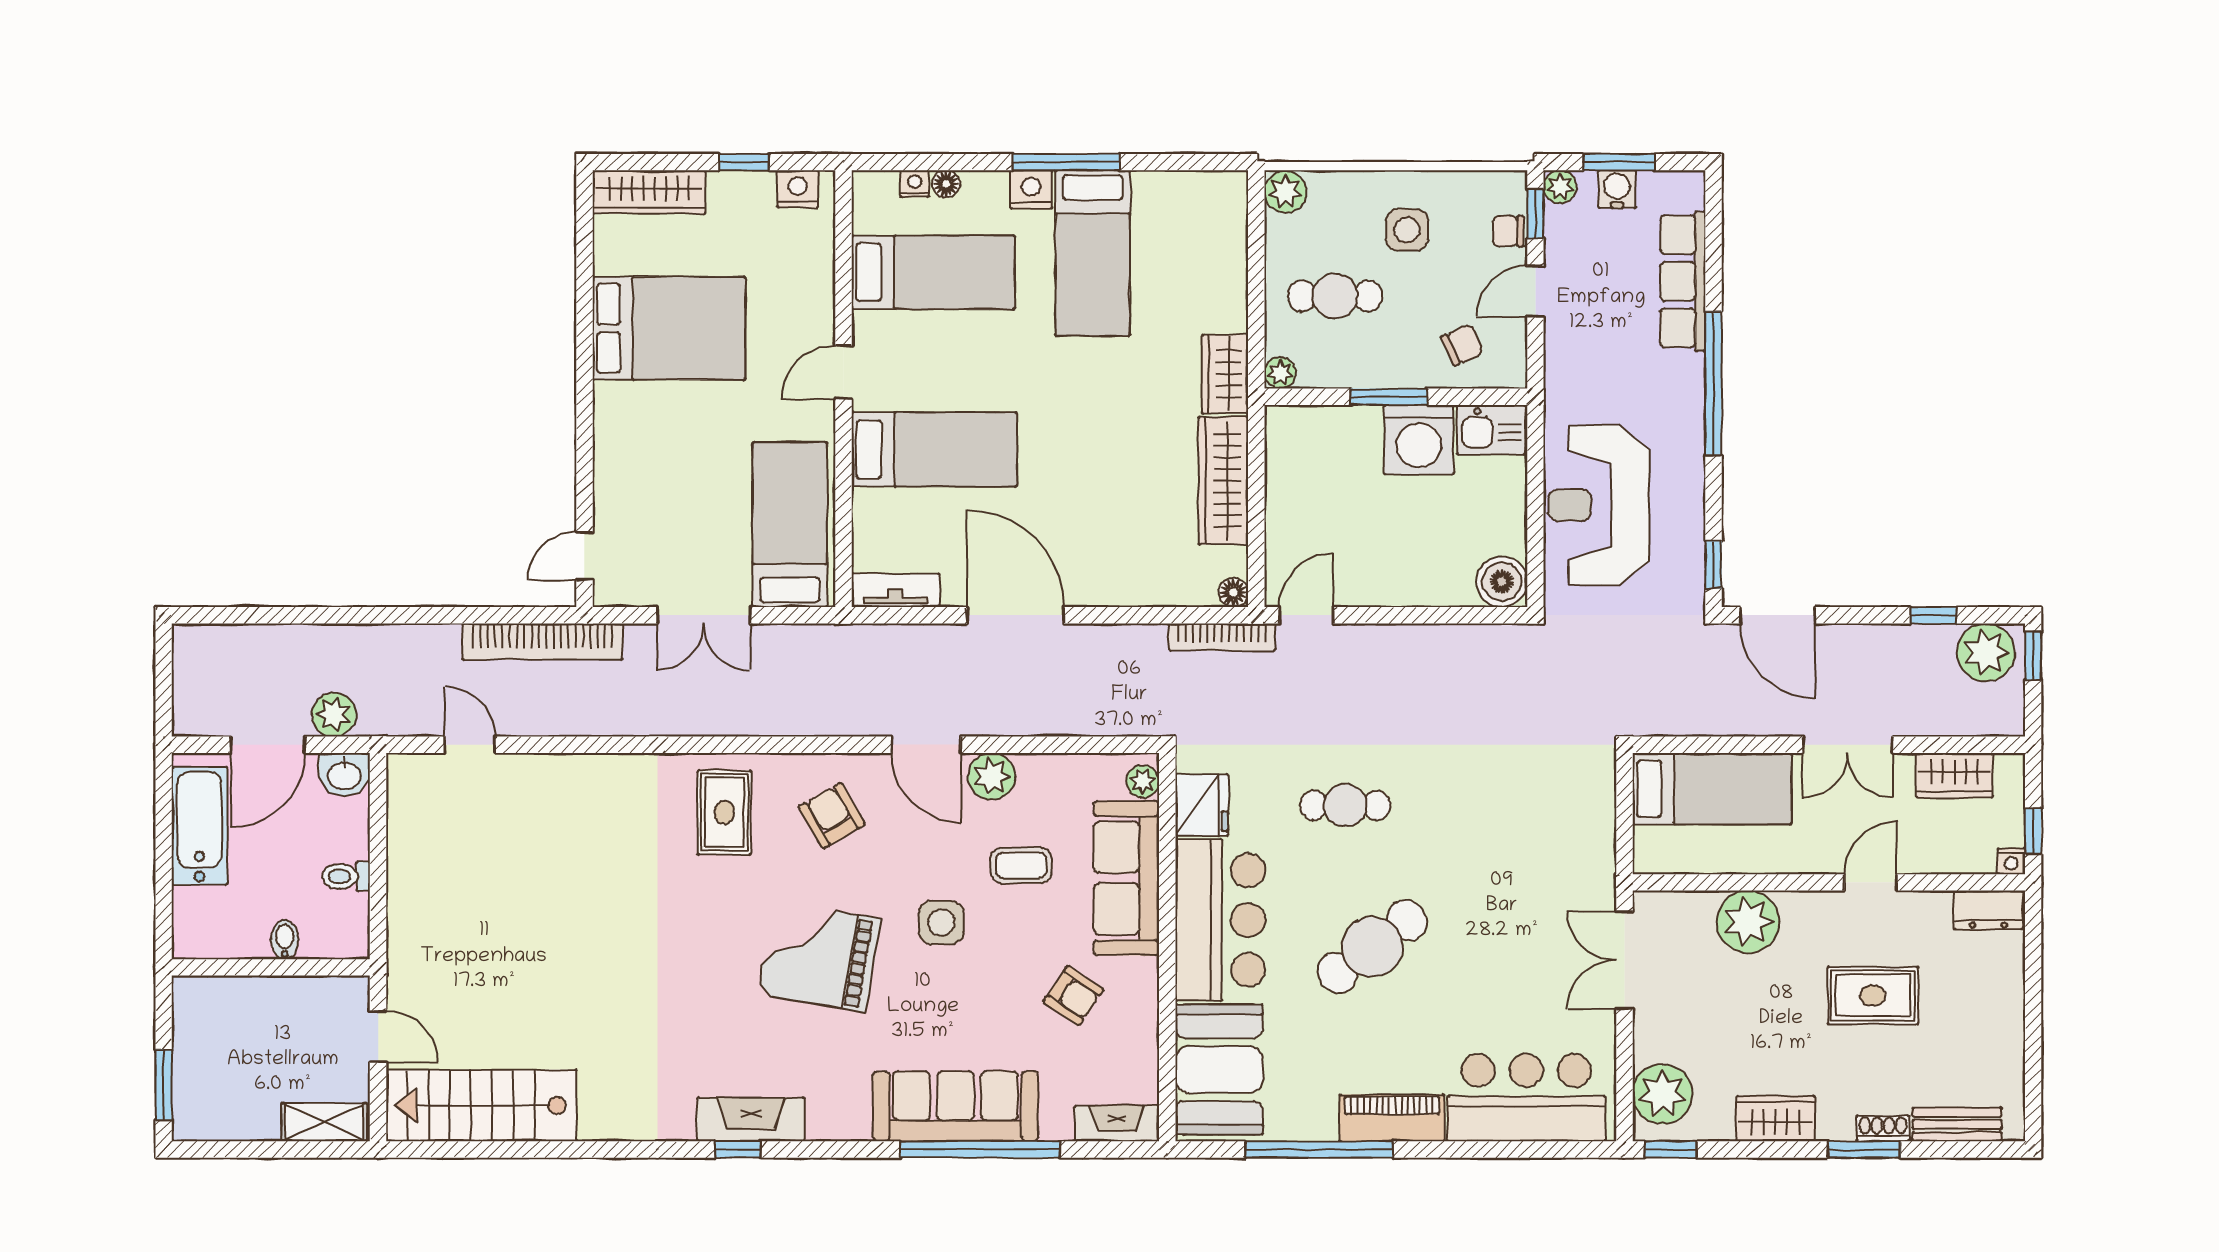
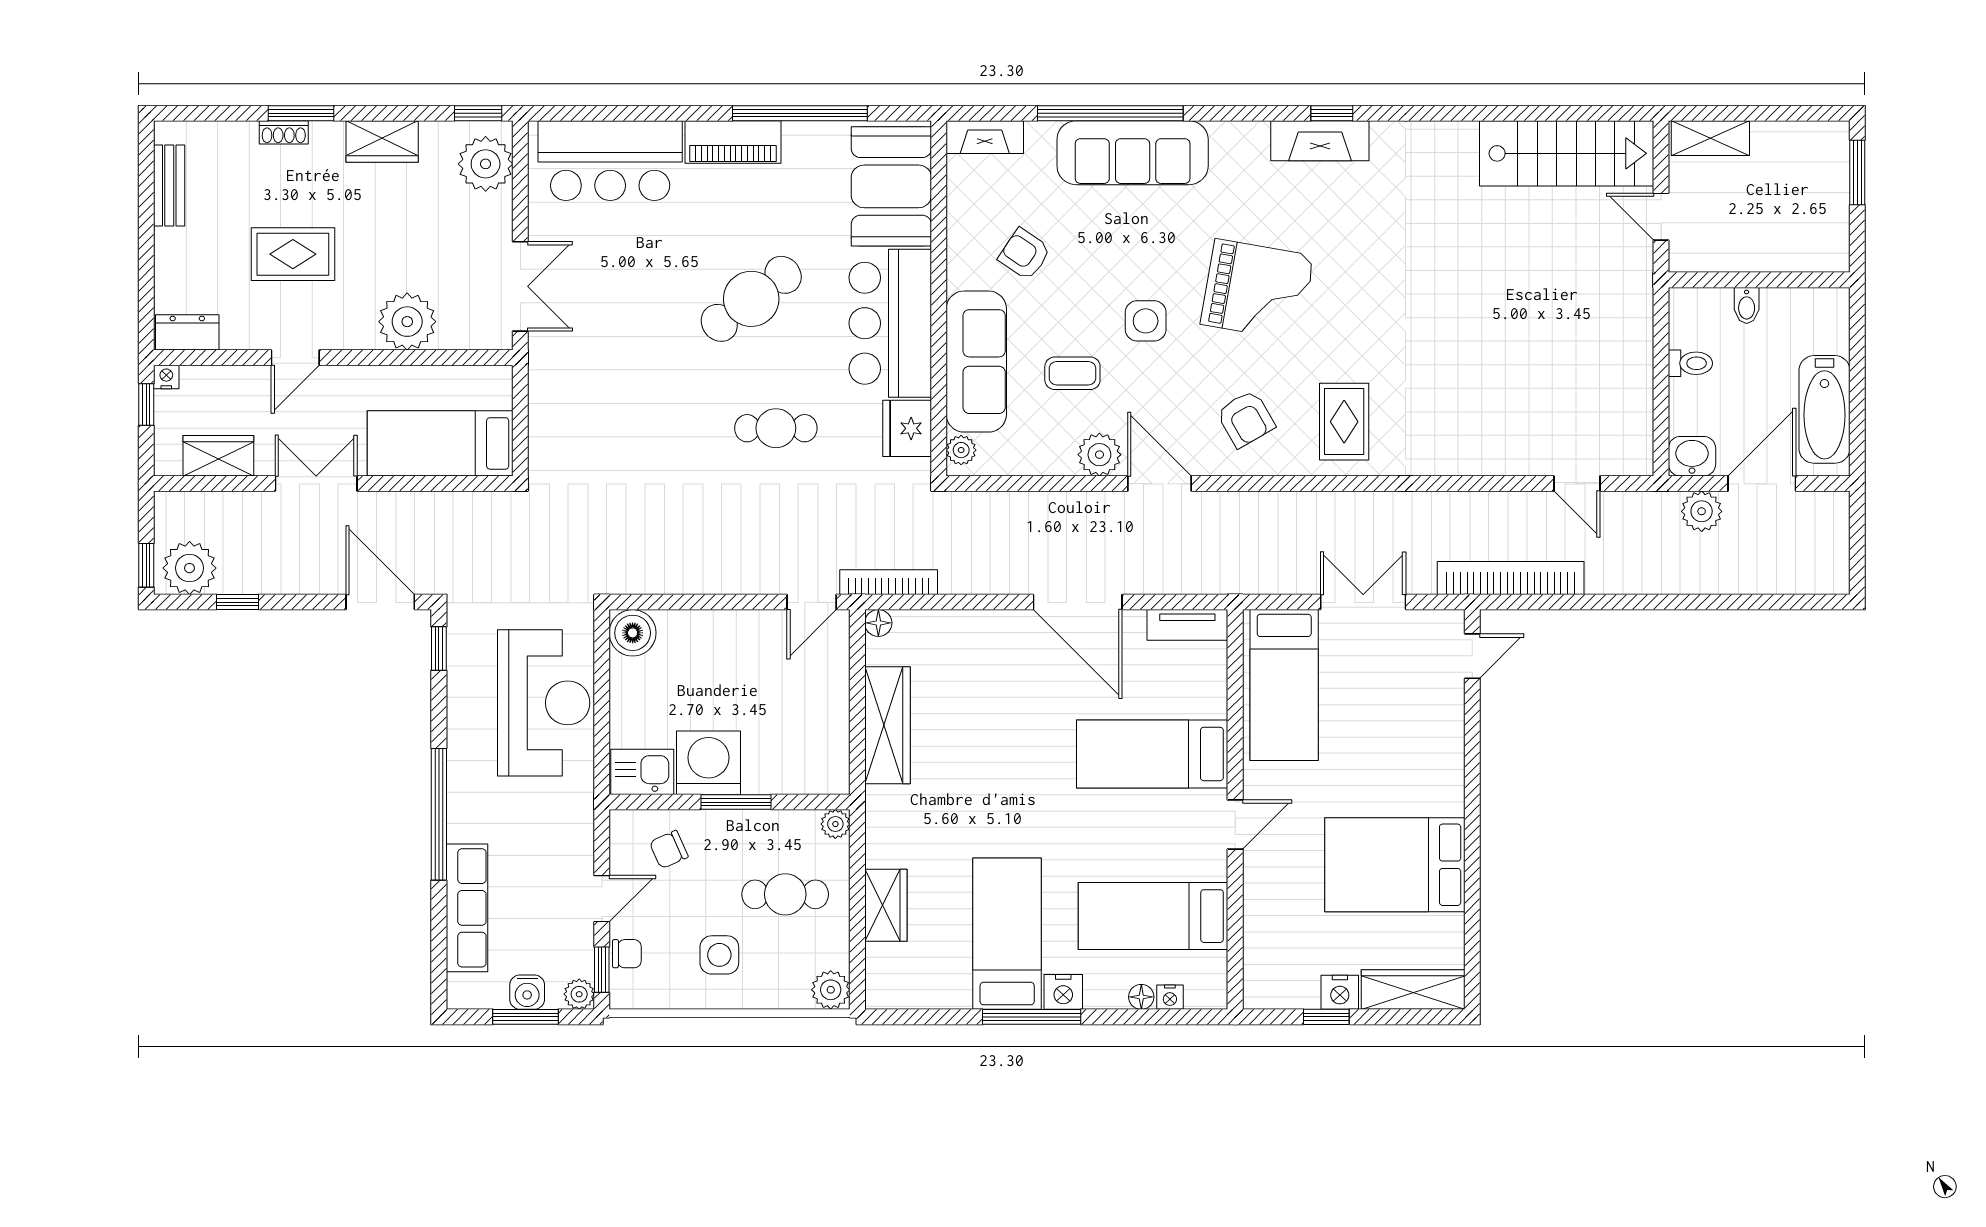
nightstand: (798, 189) -> (1340, 992), moved
wardrobe: (1225, 374) -> (886, 905), moved
bench: (1957, 1124) -> (169, 185), moved, turned 90

